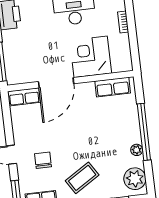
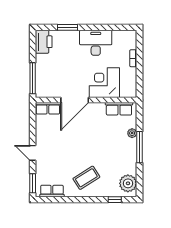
window: (144, 132) -> (140, 147), width x0.68
plant: (137, 150) -> (132, 133), moved
chair: (43, 160) -> (57, 160), removed

